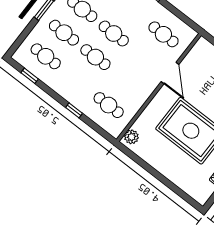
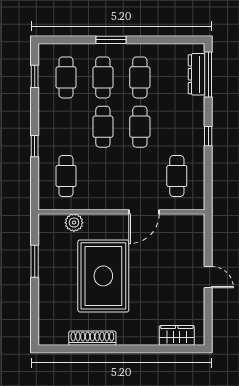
plant: (131, 137) -> (74, 223), moved
window: (148, 167) -> (35, 261), added

